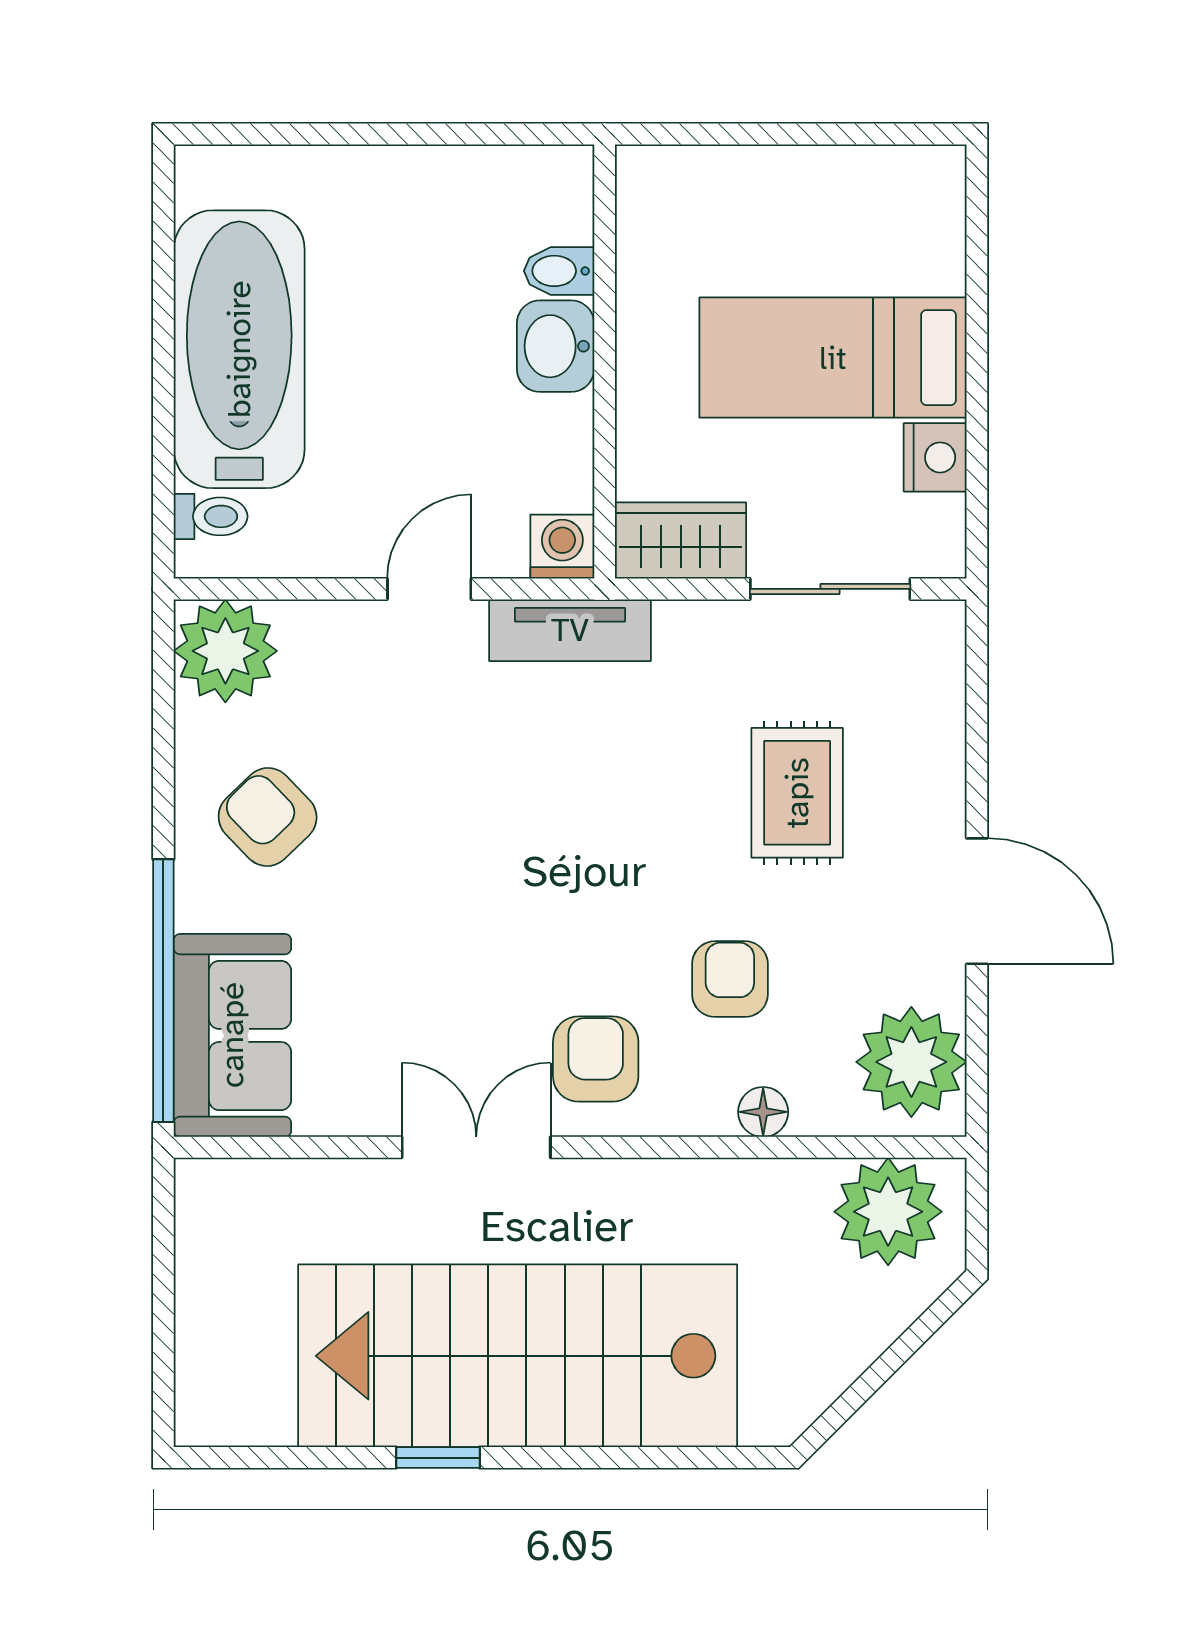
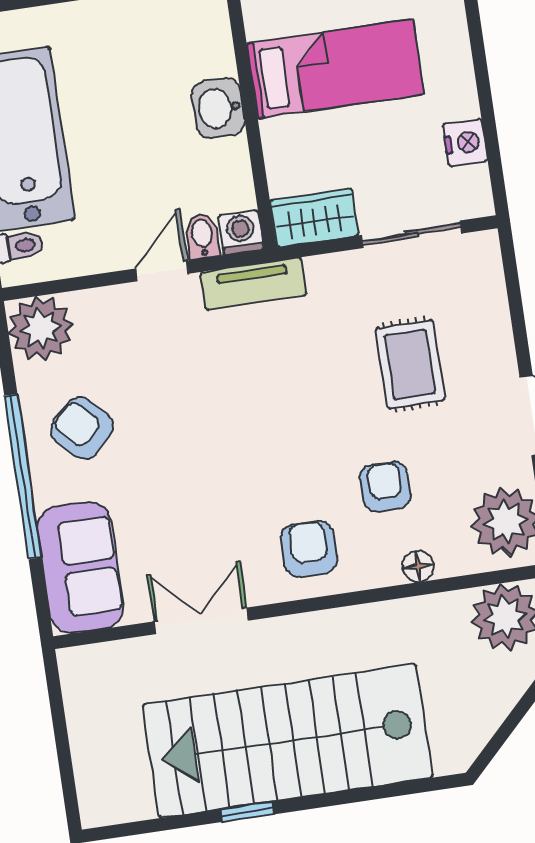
bidet: (559, 271) -> (202, 236), moved, turned 90
bed: (833, 358) -> (335, 69), moved, turned 180
window: (163, 991) -> (23, 477), moved
double door: (476, 1147) -> (201, 621), moved

